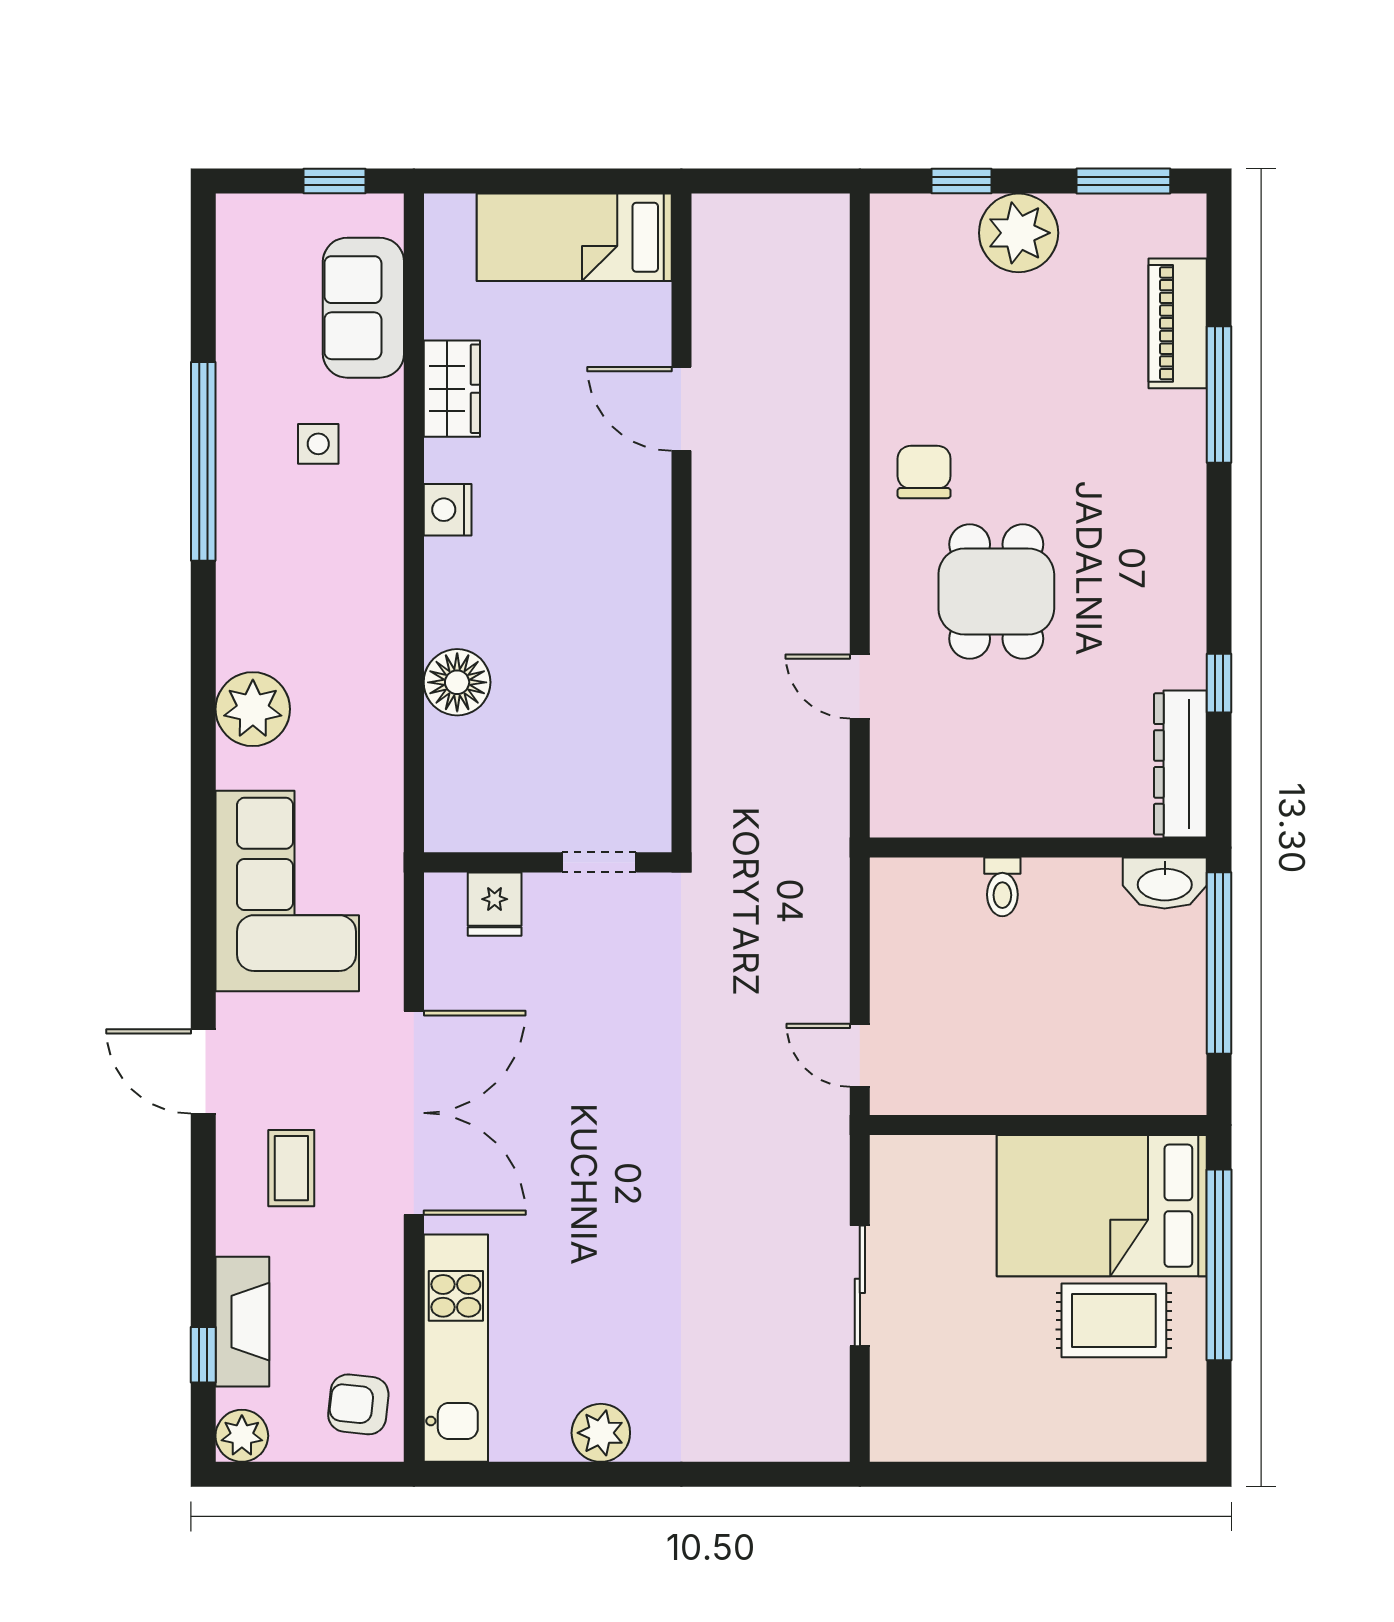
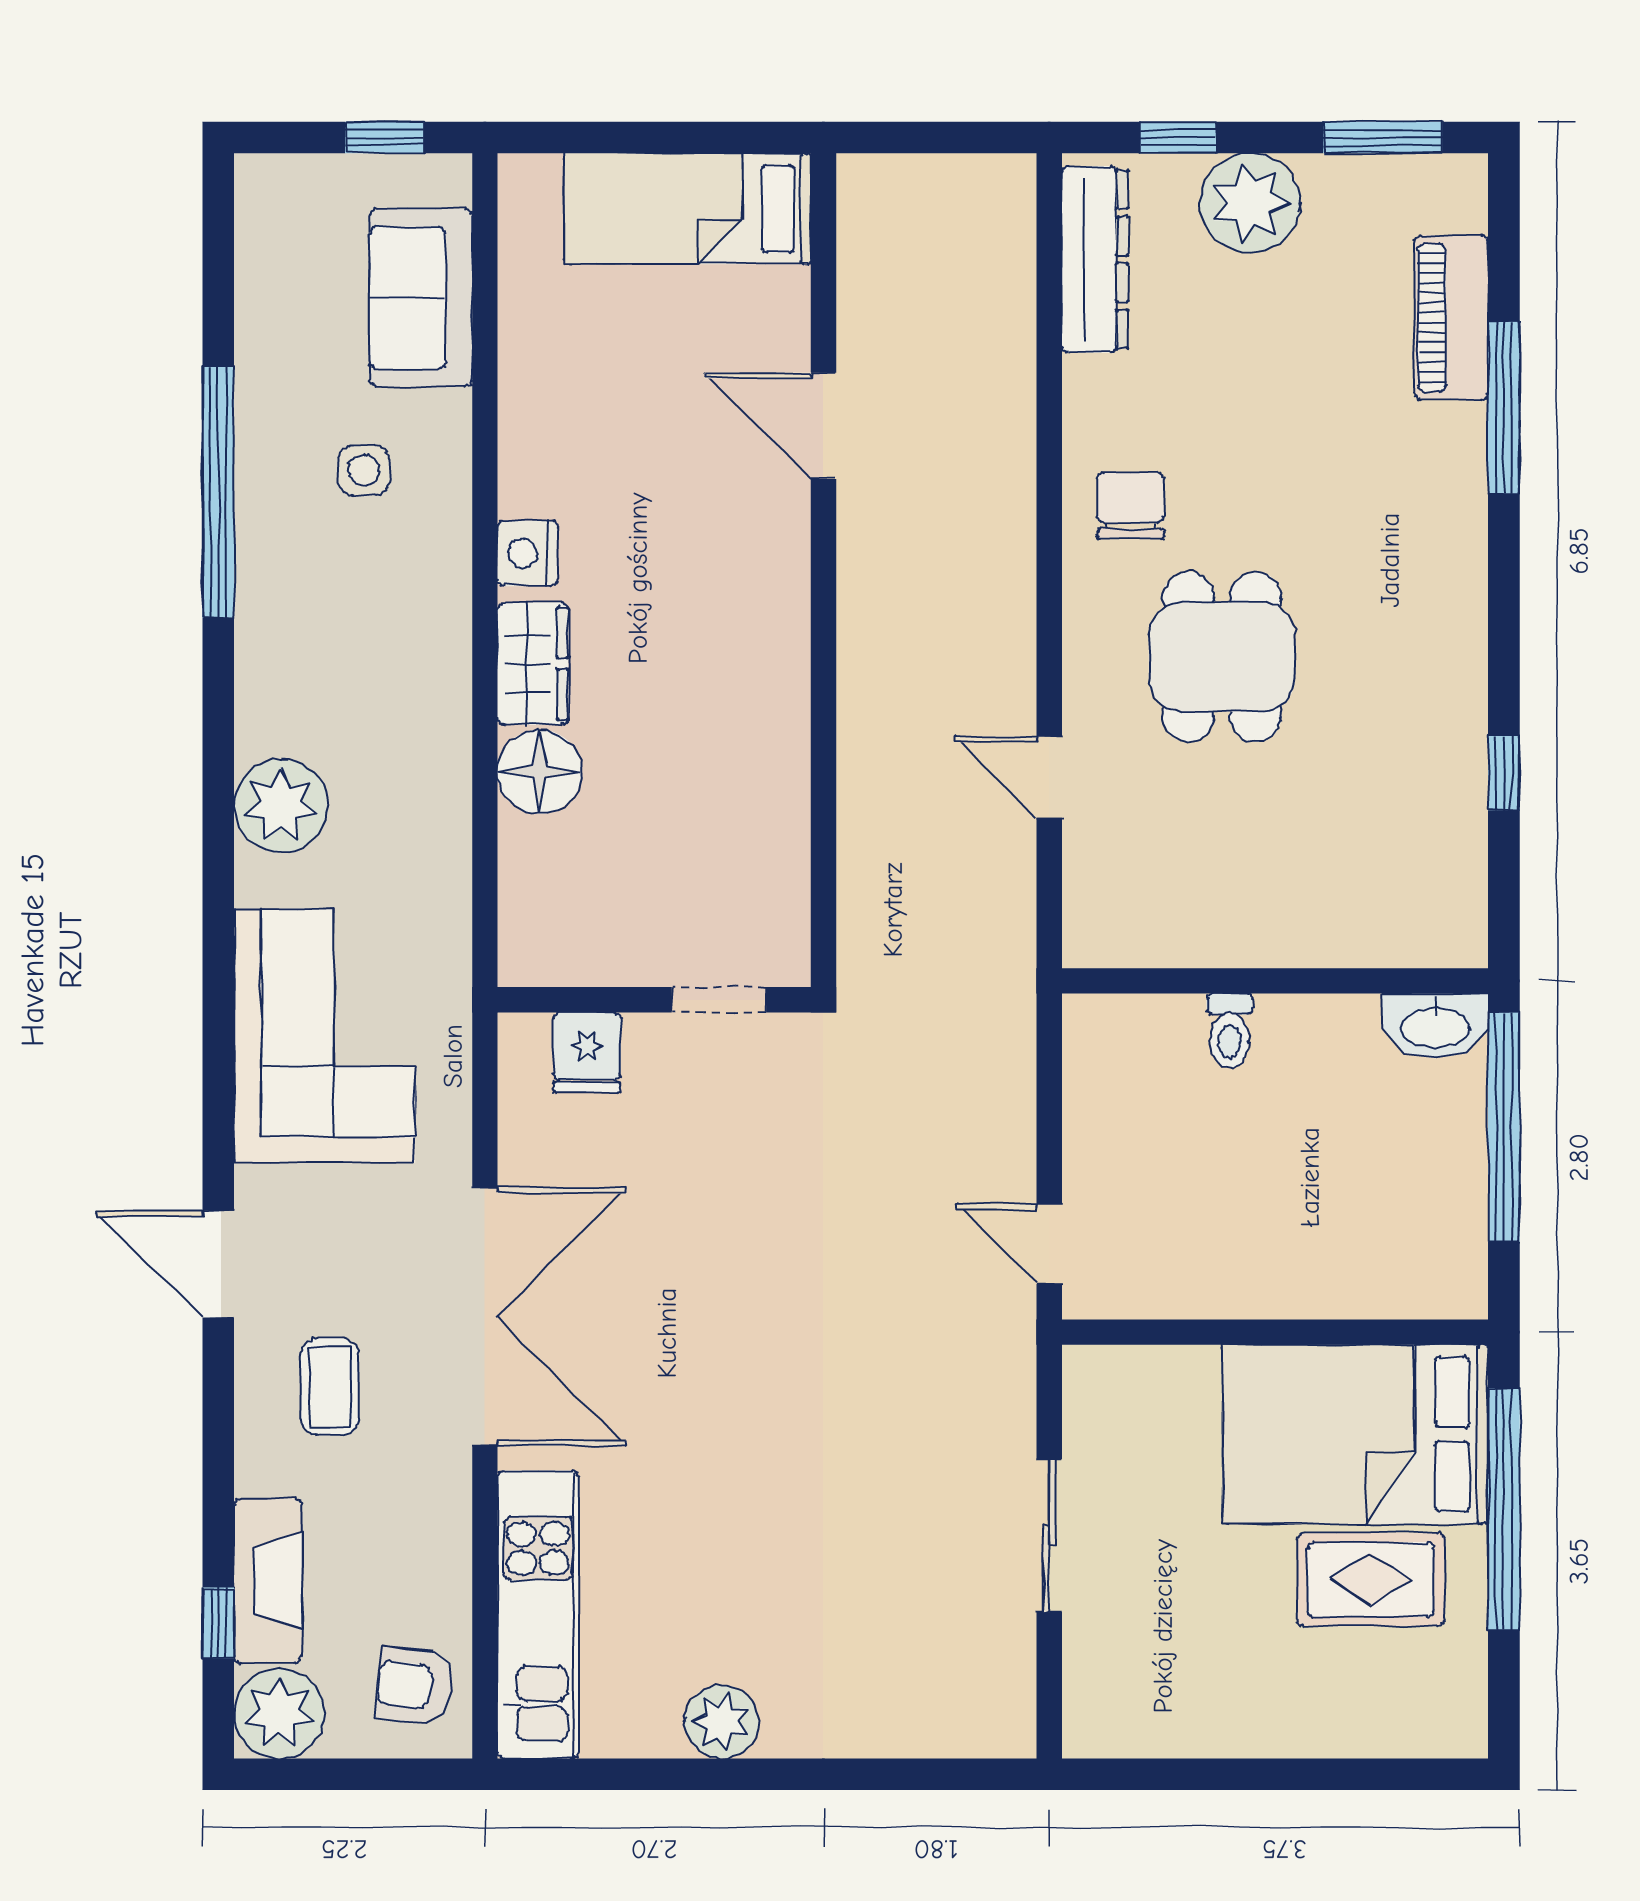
wardrobe: (452, 389) -> (533, 664), moved
dresser: (1180, 764) -> (1095, 259), moved, turned 180
plant: (242, 1436) -> (279, 1713), width x1.36, depth x1.36

